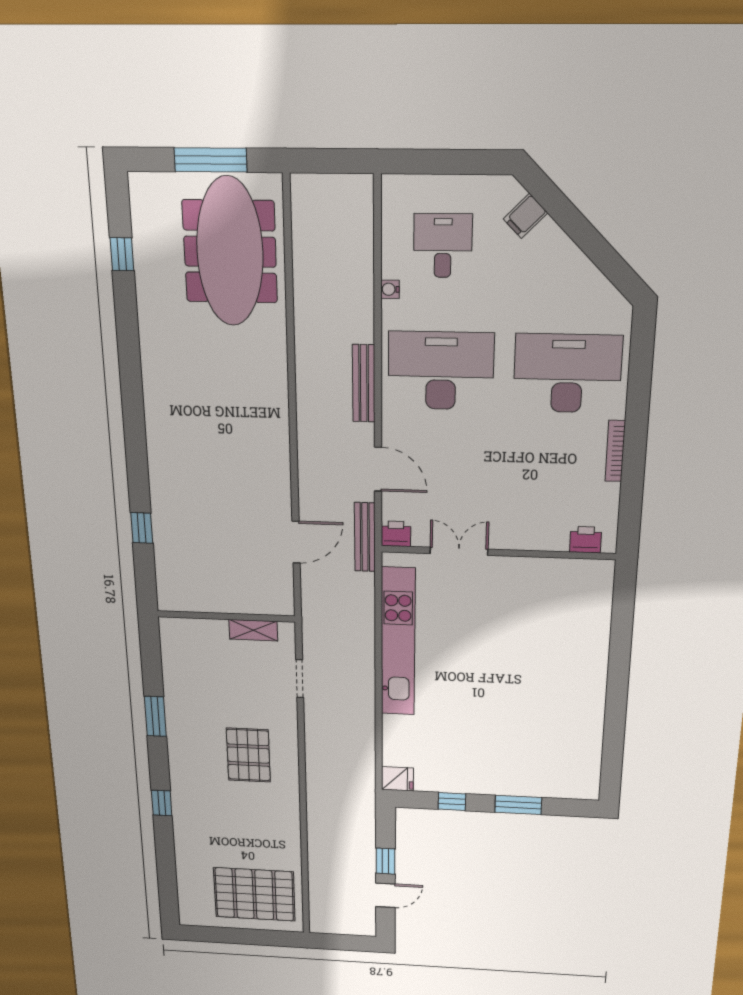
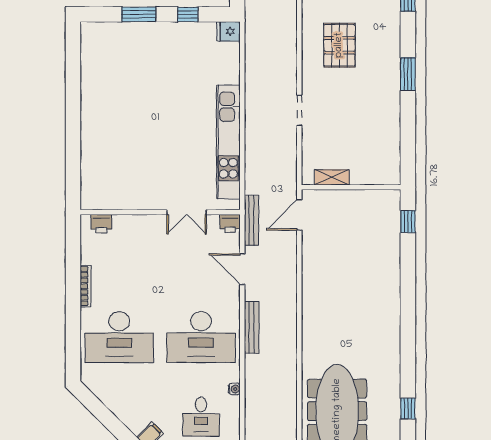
wall: (226, 616) -> (351, 187), moved
shelving: (253, 630) -> (332, 177), moved

